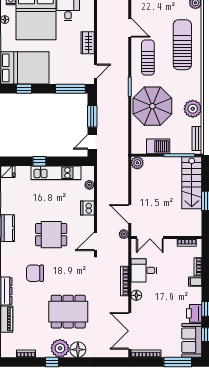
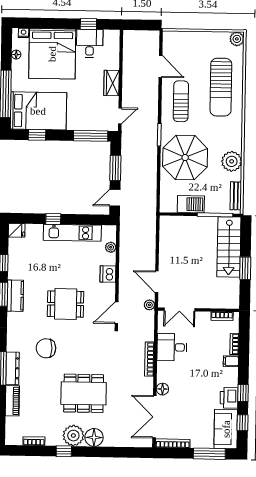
sun lounger: (182, 45) -> (221, 87), turned 180
plant: (137, 163) -> (166, 223), removed
floor lamp: (136, 295) -> (162, 389), moved

